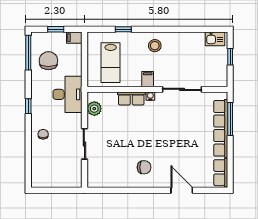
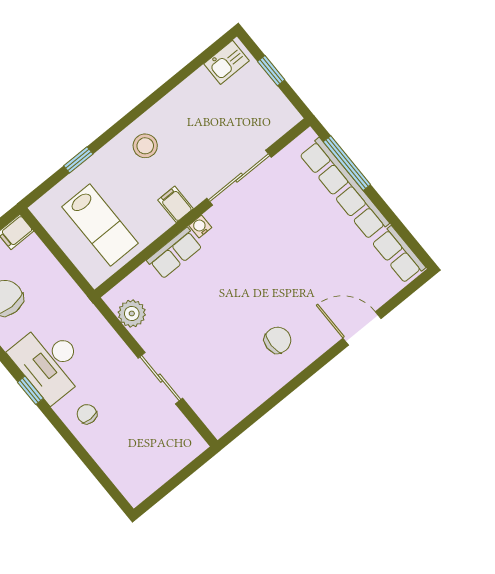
desk: (68, 94) -> (50, 362), moved, turned 180

